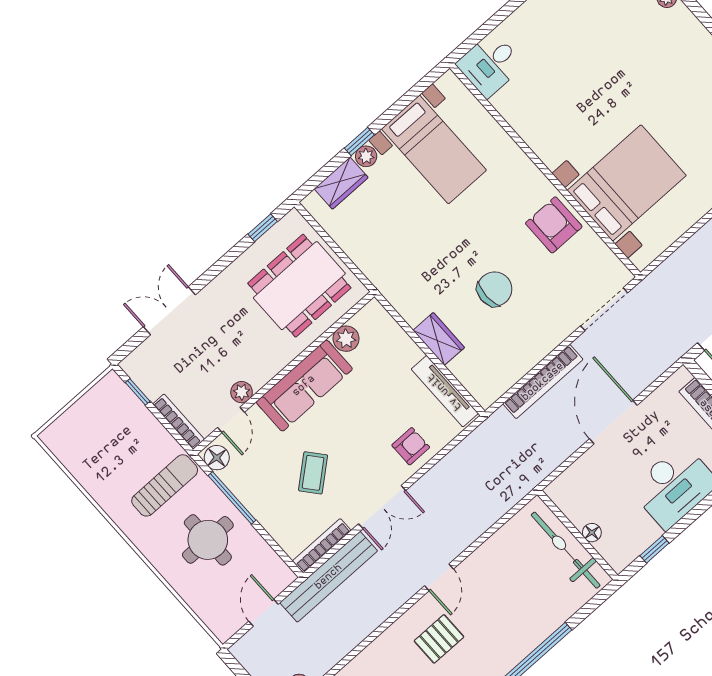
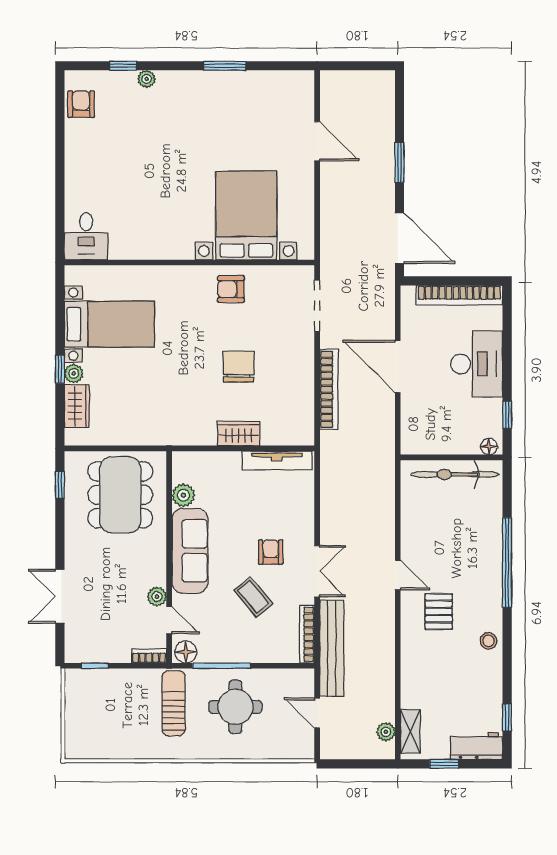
armchair: (554, 225) -> (231, 289), width x0.72, depth x0.72
bookcase: (179, 422) -> (149, 656), width x0.64
armchair: (411, 446) -> (271, 552), moved
floor lamp: (592, 533) -> (489, 446), moved

